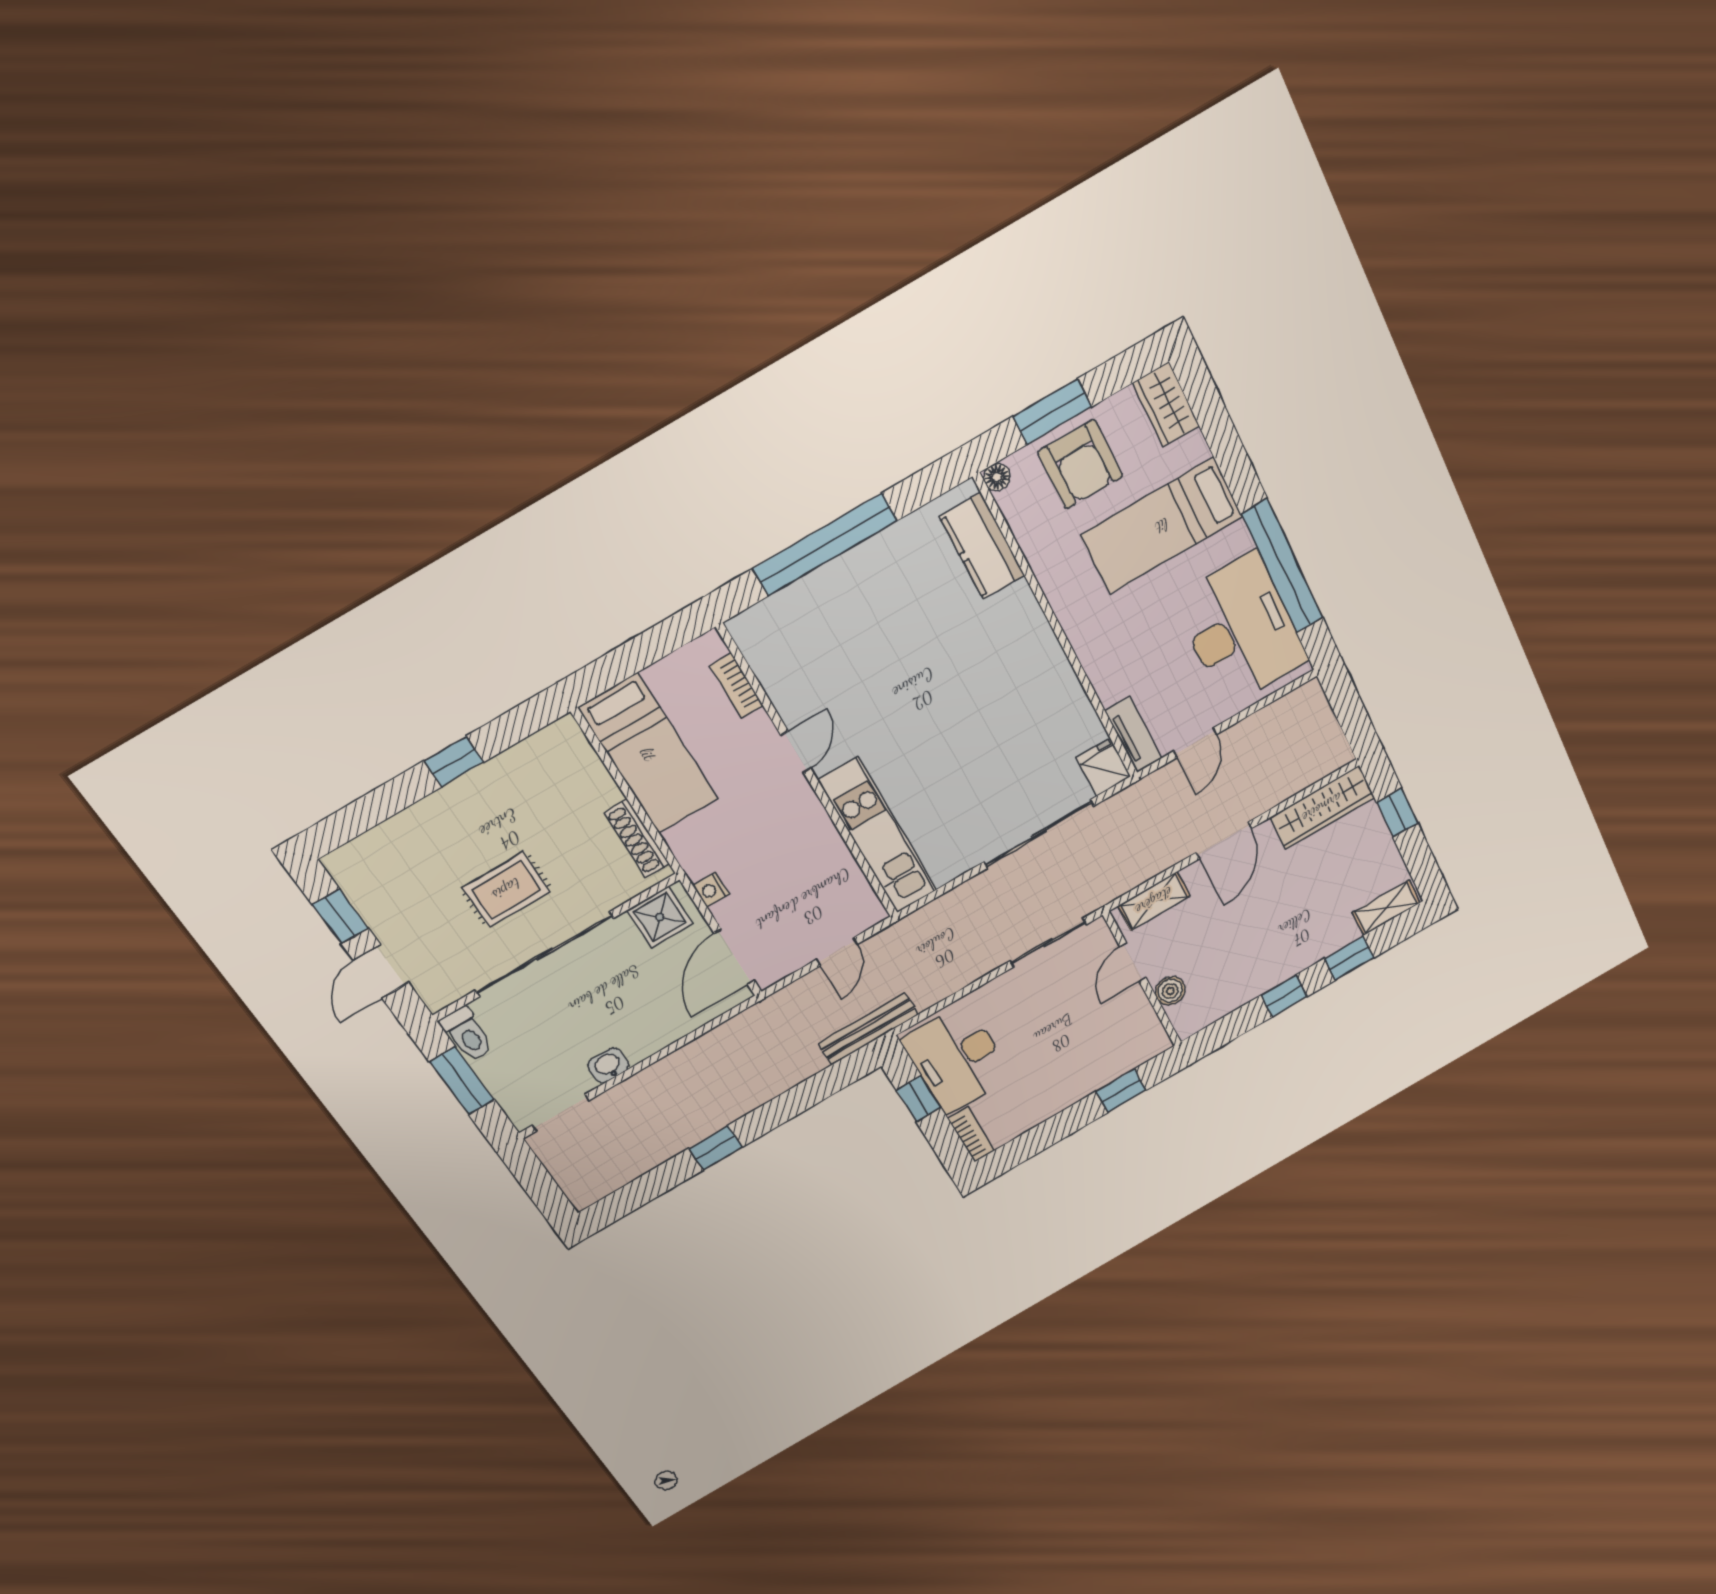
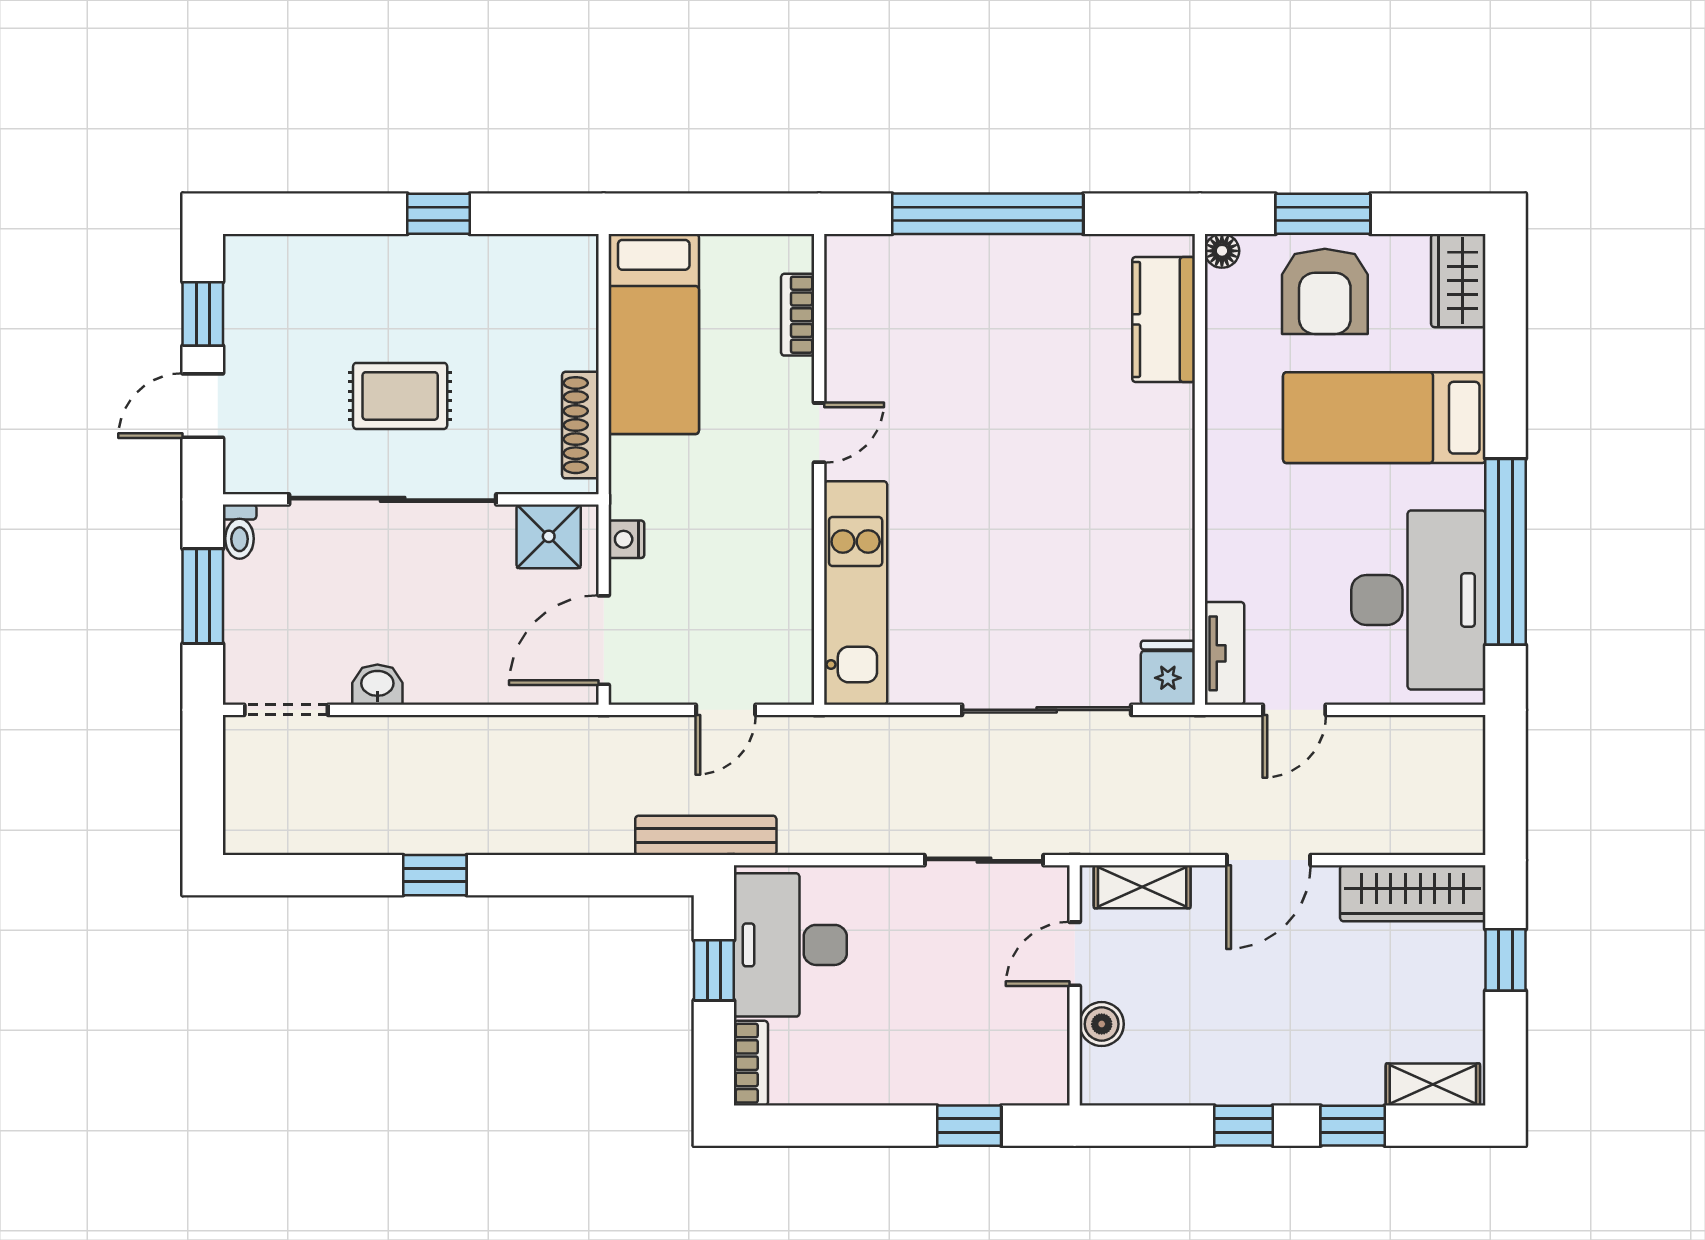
toilet: (467, 1034) -> (240, 532), width x0.73, depth x0.72

